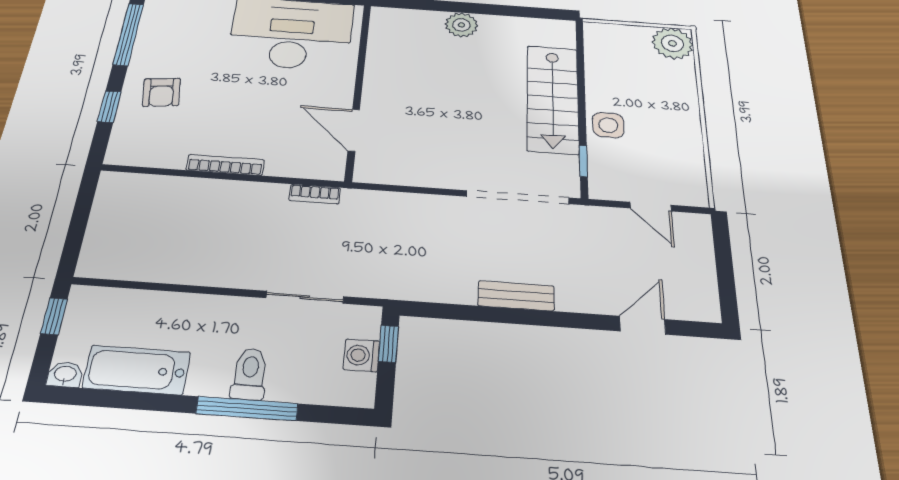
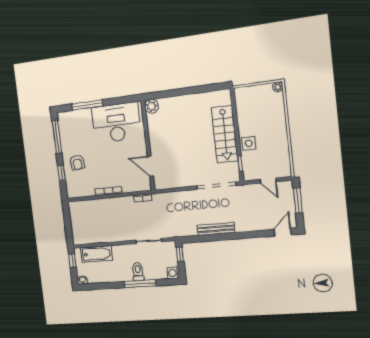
plant: (461, 25) -> (151, 106), moved
plant: (672, 43) -> (278, 87), width x0.53, depth x0.53
window: (724, 261) -> (298, 200), added
bench: (516, 296) -> (216, 229), width x1.36
door: (643, 325) -> (283, 232), moved
washing machine: (361, 355) -> (173, 273), moved
bathtub: (137, 370) -> (97, 254), moved, turned 180

